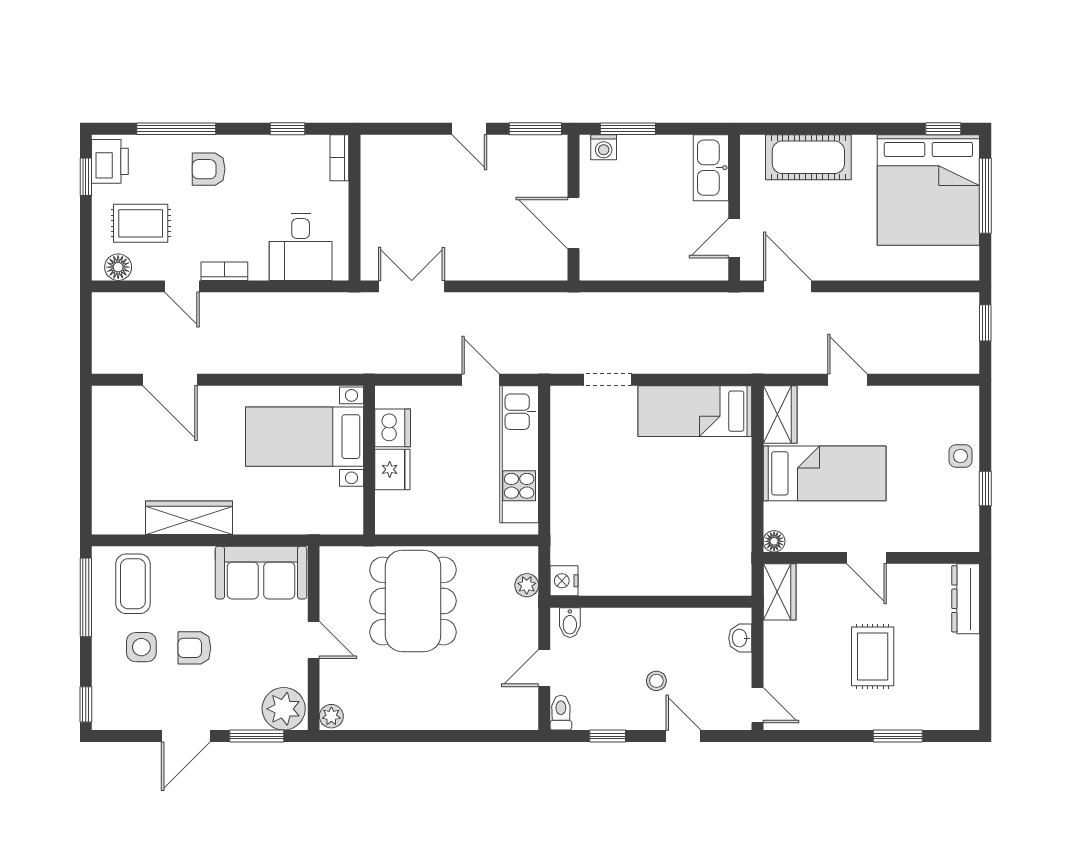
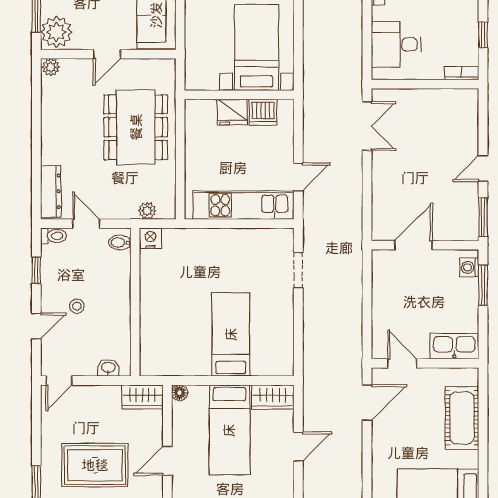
bed: (695, 411) -> (231, 334), moved
dining table: (413, 601) -> (136, 127), turned 90
rug: (873, 656) -> (95, 465), width x1.36, depth x1.43
dresser: (500, 716) -> (51, 191), added

